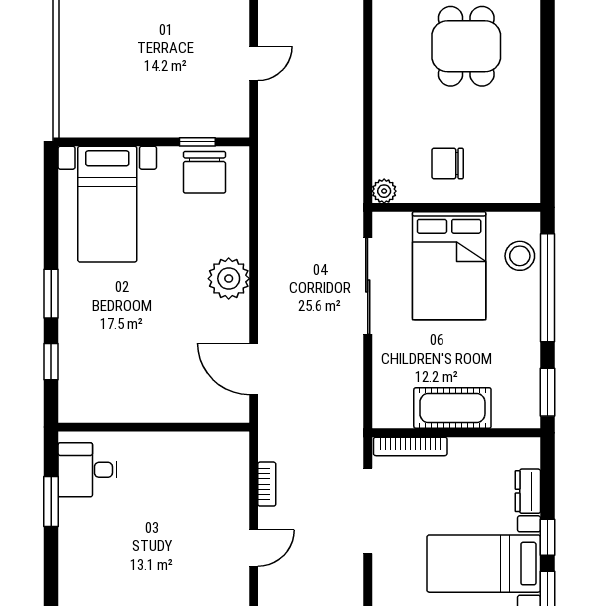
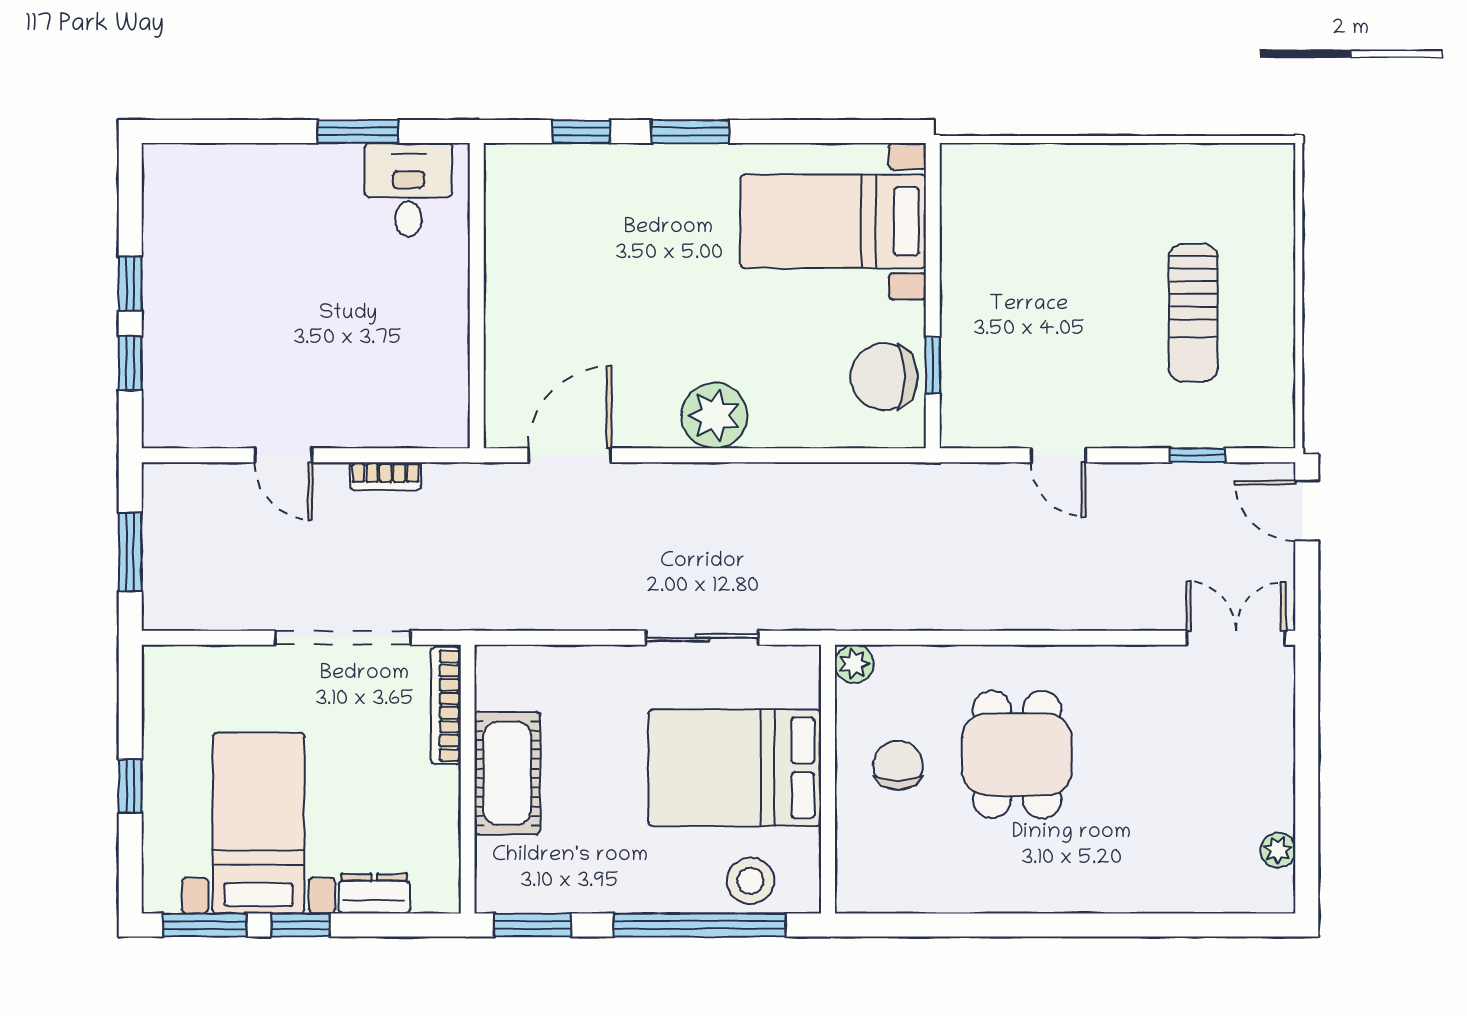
dining table: (466, 46) -> (1017, 755), moved, turned 90
sliding door: (368, 286) -> (702, 638), width x0.73

